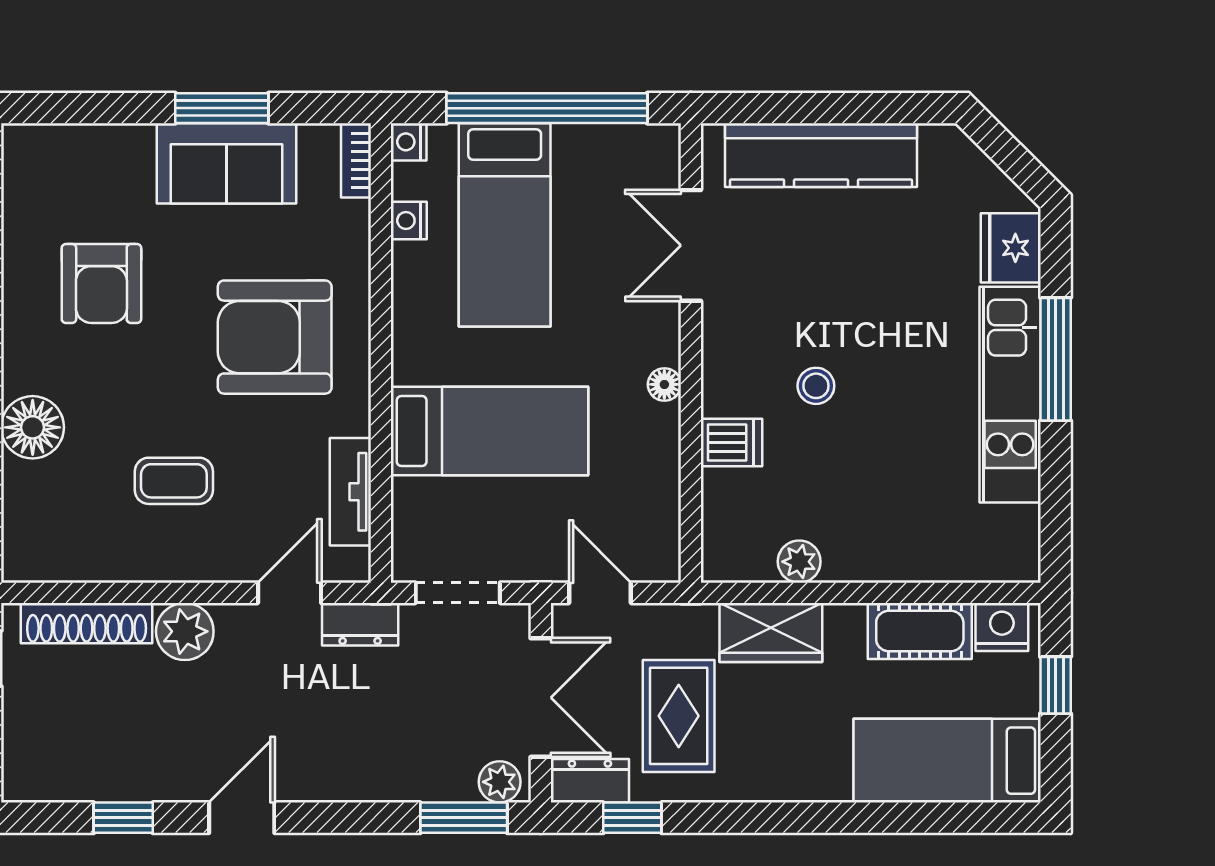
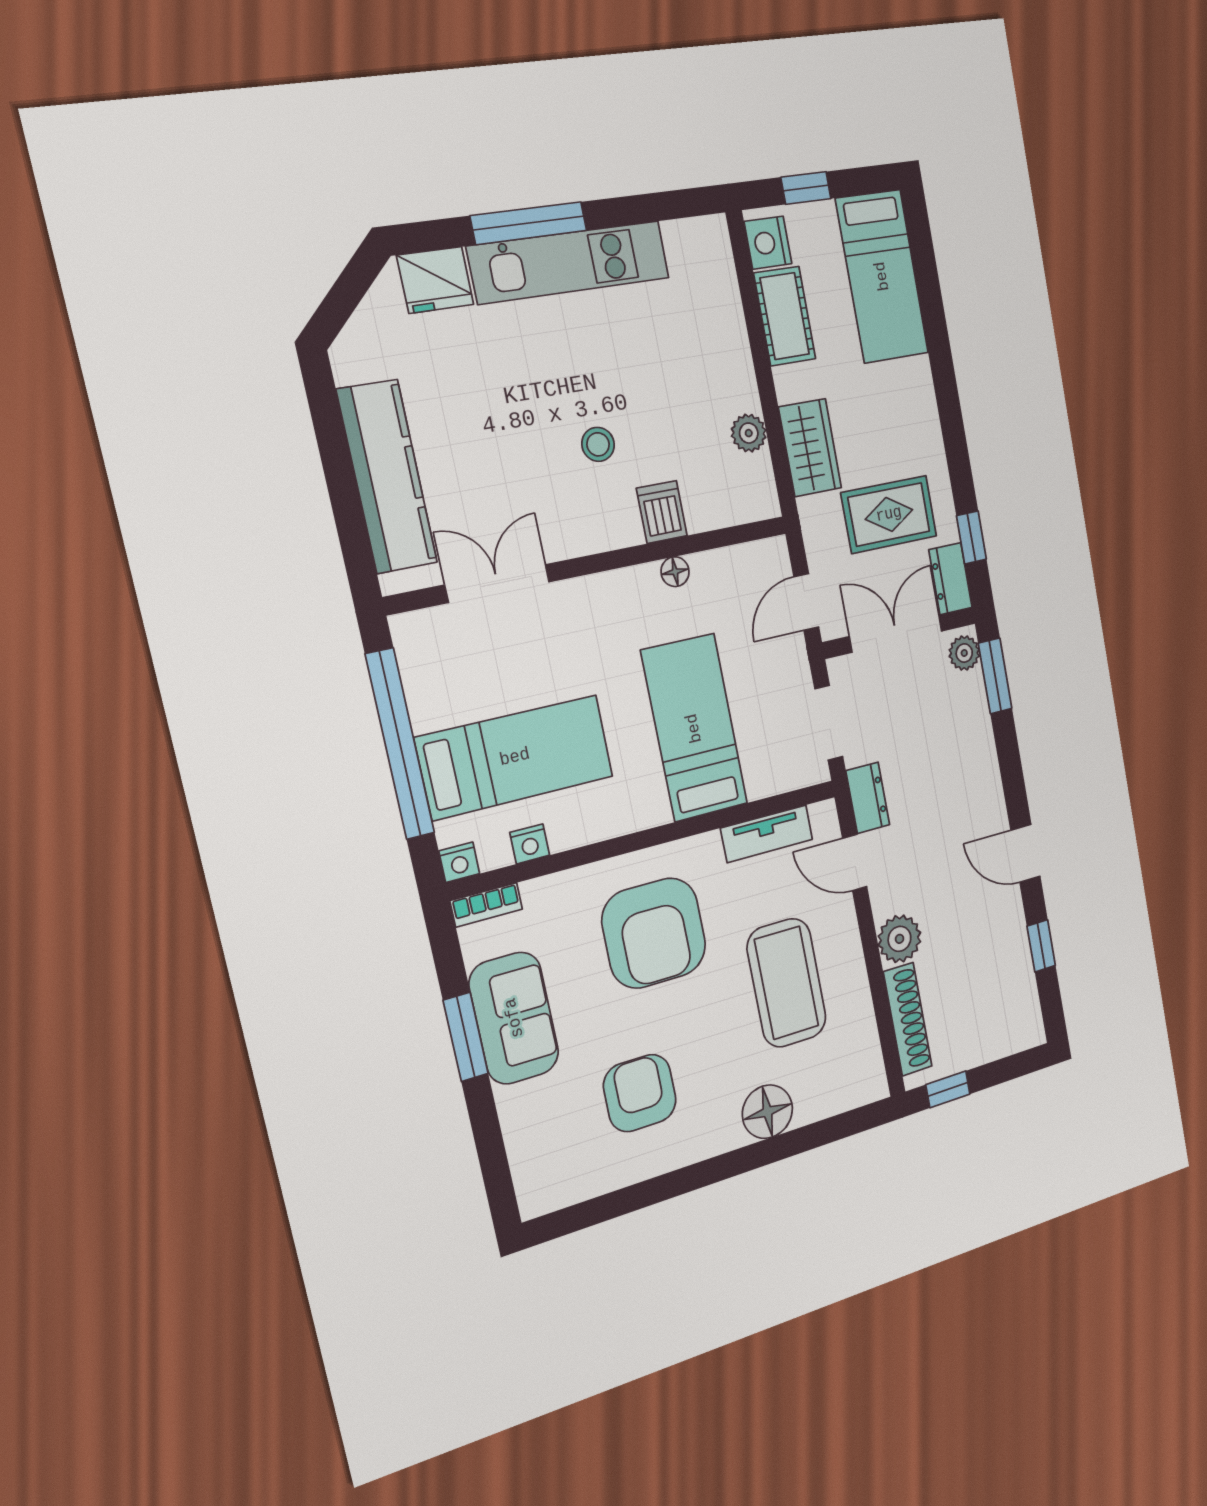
double door: (691, 245) -> (497, 583), swing flipped
armchair: (101, 283) -> (640, 1093), turned -90
floor lamp: (664, 384) -> (675, 572), moved
coffee table: (174, 481) -> (787, 983), width x1.86, depth x1.72

